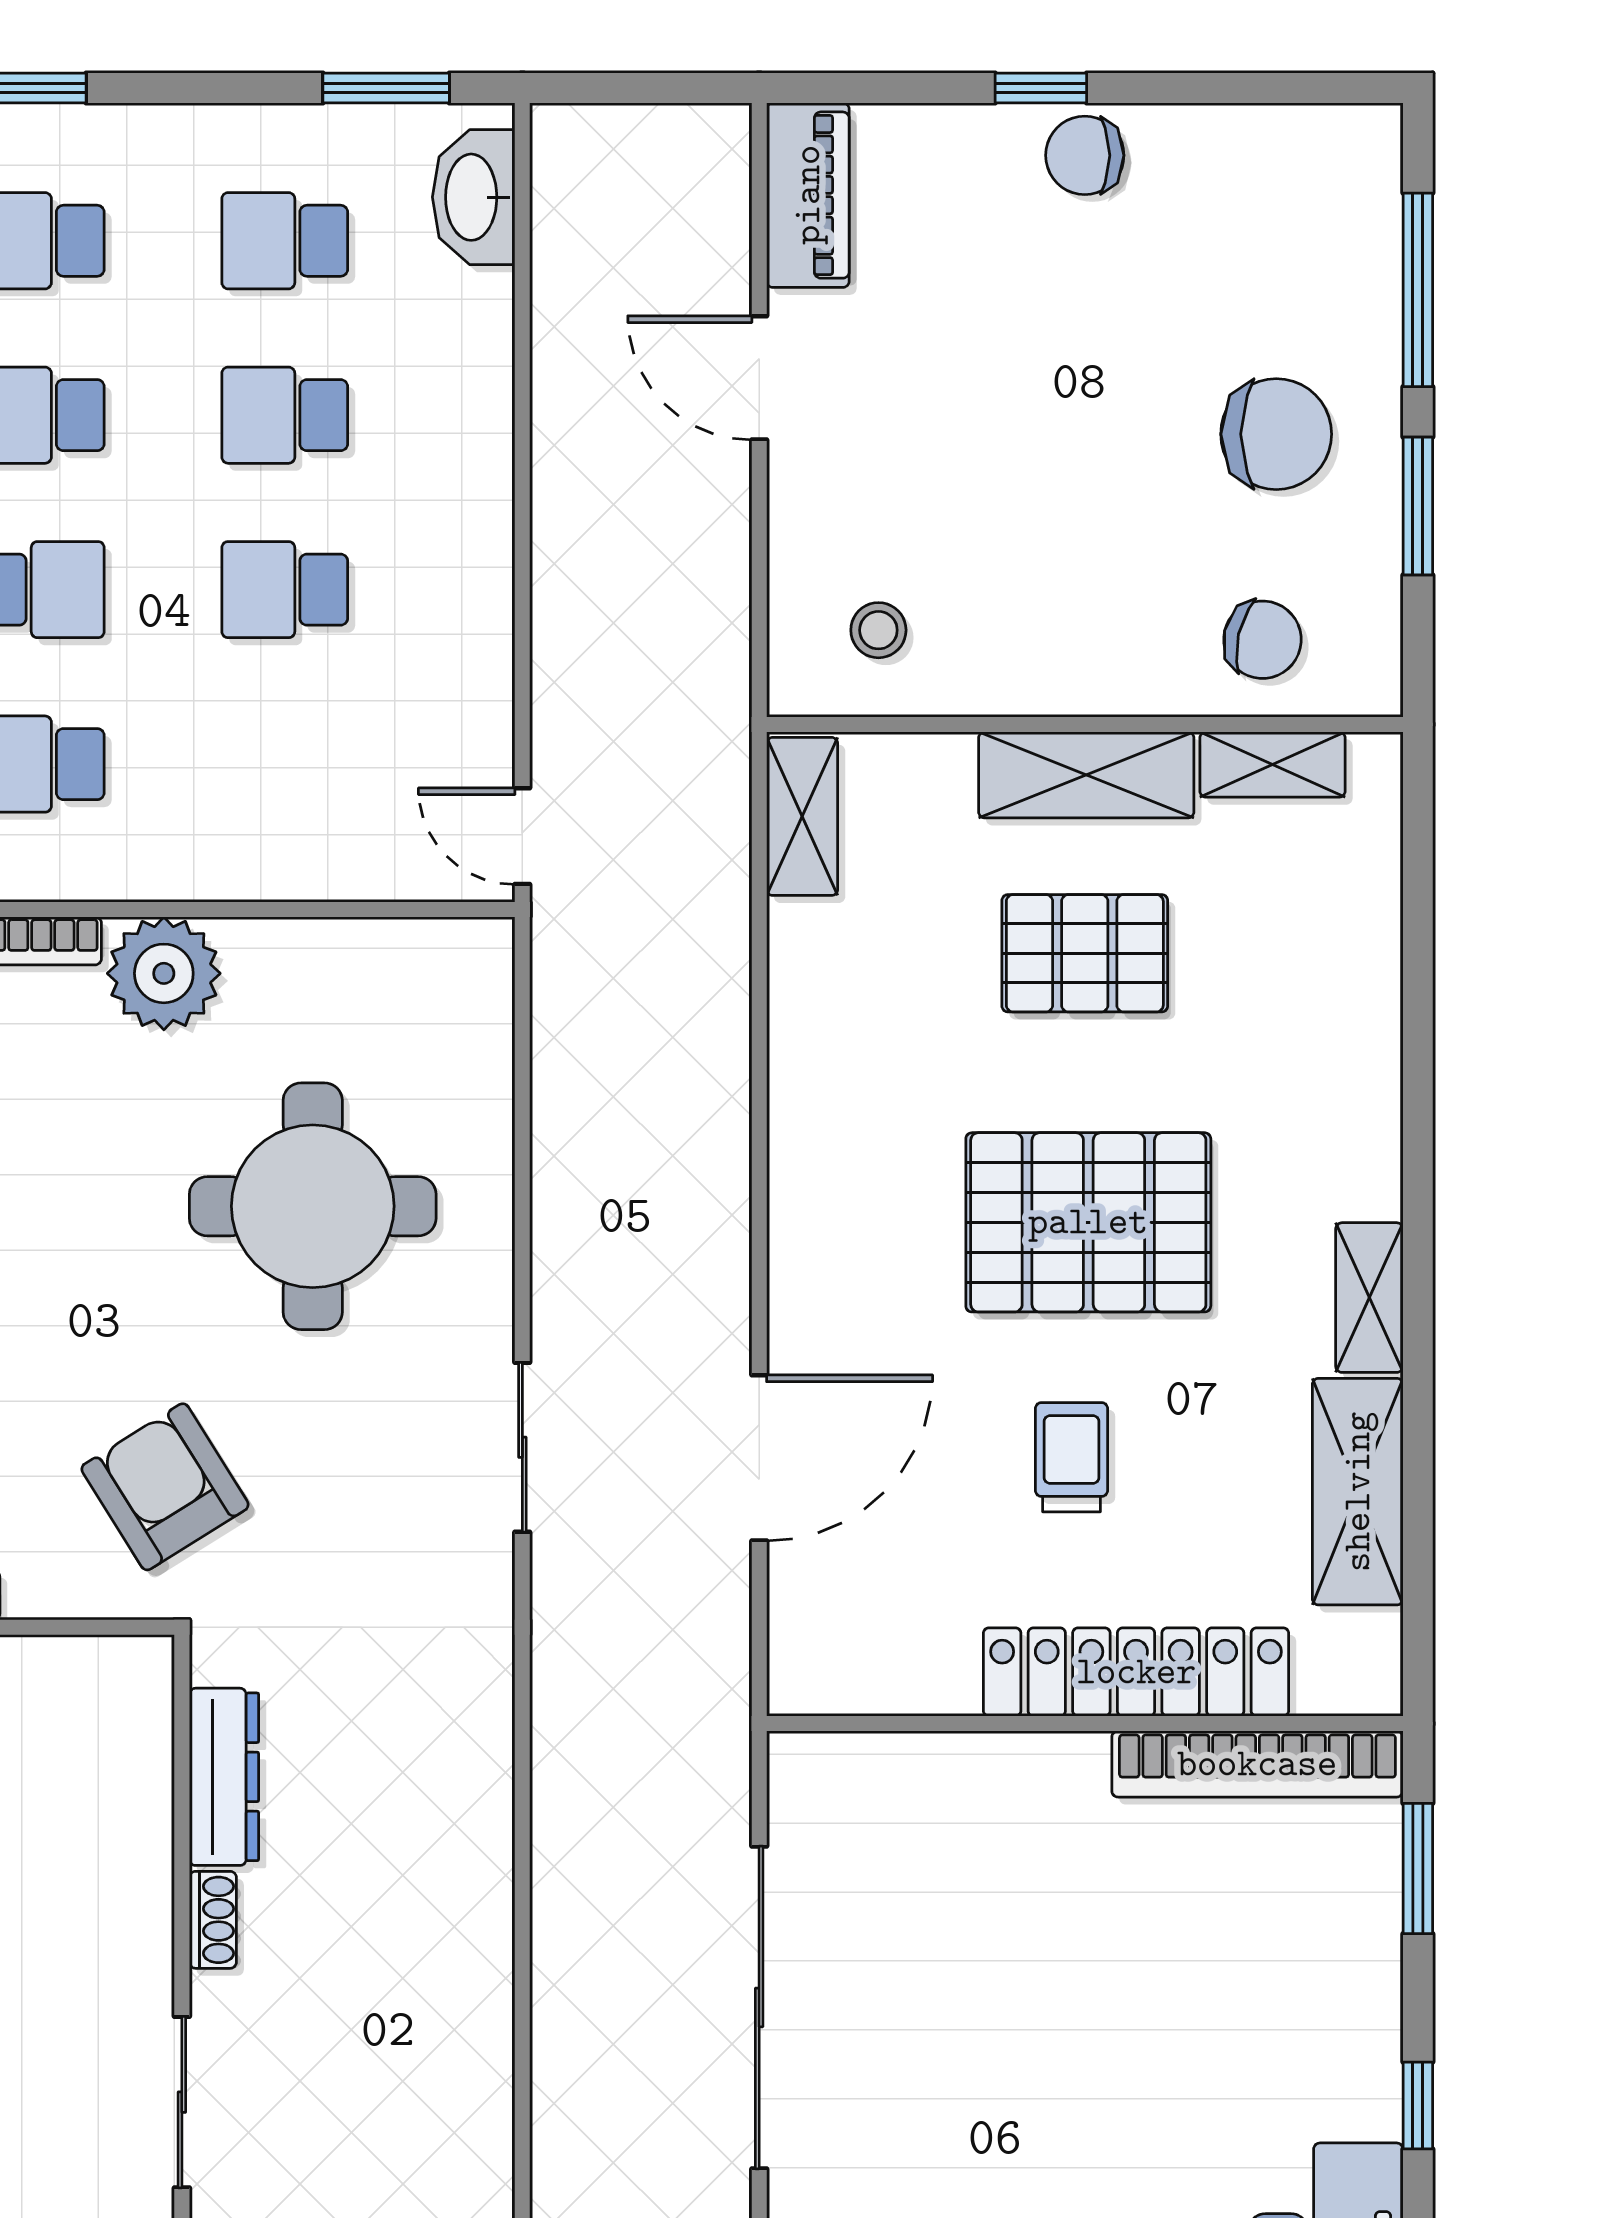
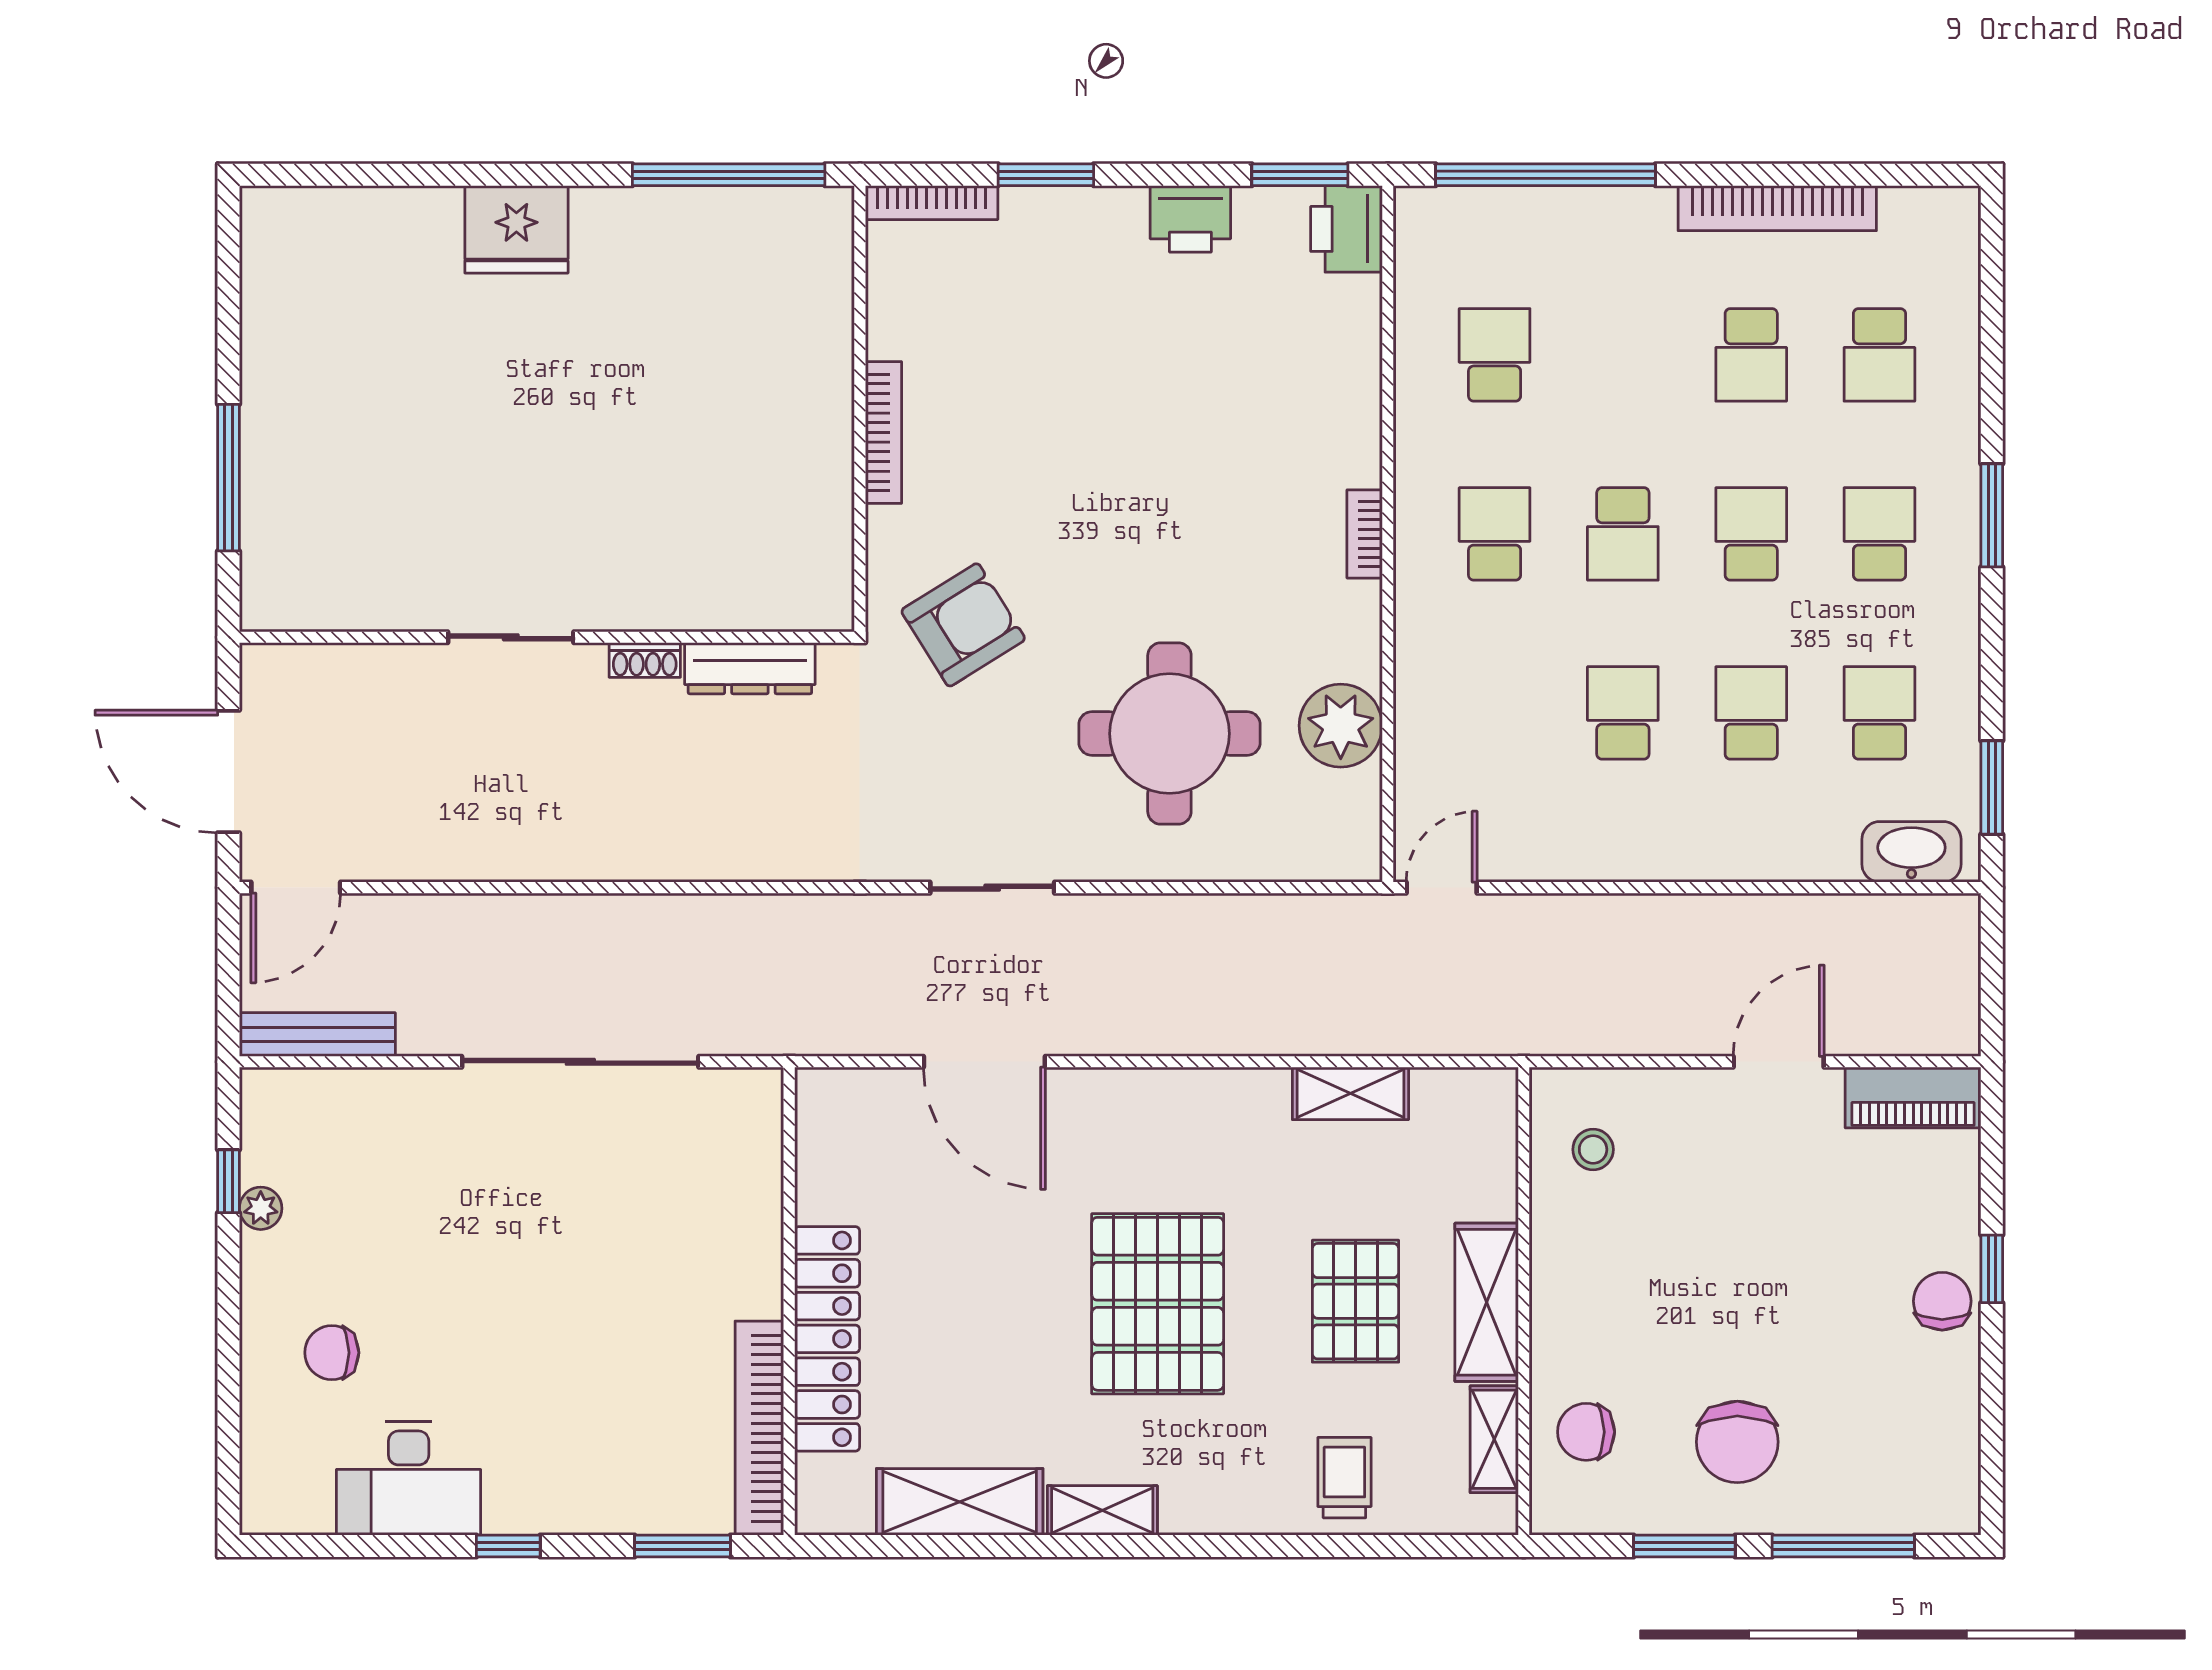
chair: (1262, 640) -> (1586, 1432), turned 77
shelving: (802, 816) -> (1350, 1093), moved
plant: (164, 973) -> (1341, 726), moved
trolley: (1072, 1457) -> (1344, 1478), moved, turned -90

